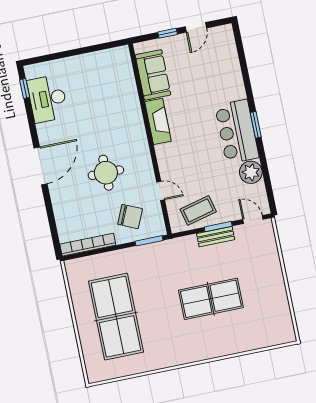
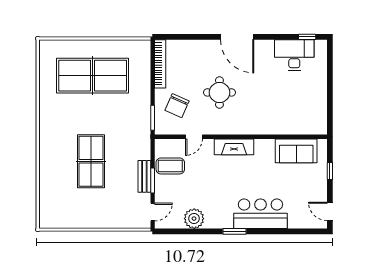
door: (196, 27) -> (330, 211), moved
fireplace: (158, 121) -> (234, 147), moved
bar counter: (237, 132) -> (260, 214), moved
coffee table: (198, 210) -> (170, 166), turned -76

